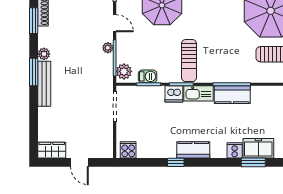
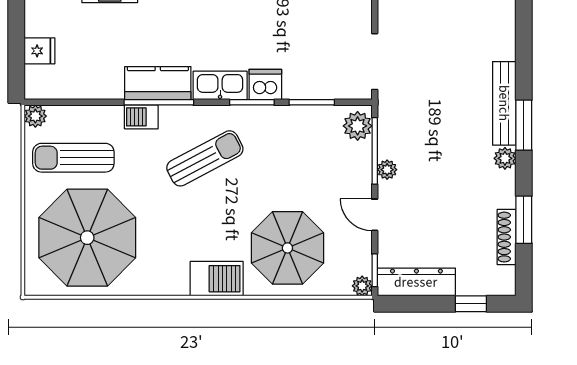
sun lounger: (189, 61) -> (205, 158), moved, turned 62
barbecue: (148, 76) -> (141, 117), moved

